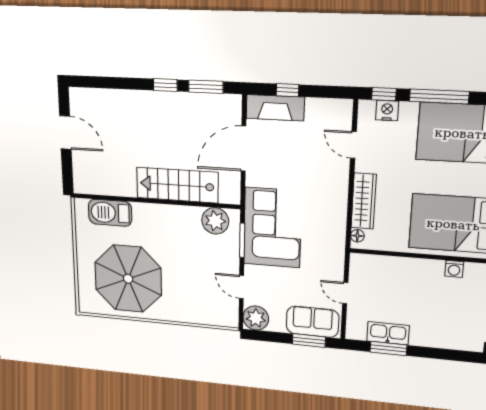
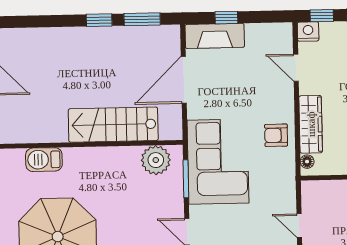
nightstand: (387, 110) -> (308, 32), moved
armchair: (329, 208) -> (276, 135), added
barbecue: (110, 213) -> (44, 160), width x0.73, depth x0.83

